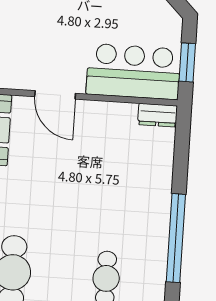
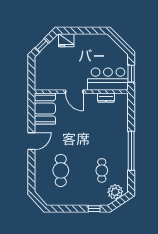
dresser: (158, 115) -> (106, 98), moved

